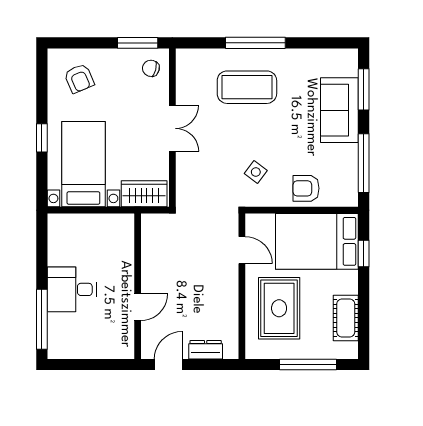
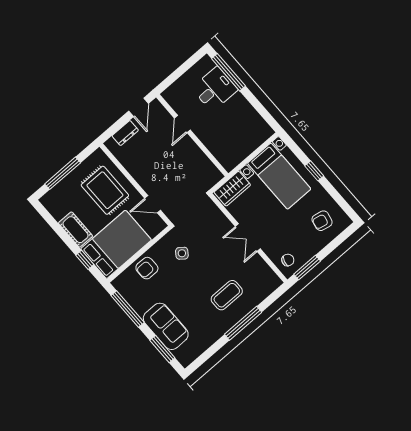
armchair: (79, 78) -> (322, 221), turned -55
coffee table: (247, 87) -> (227, 295), width x0.73, depth x0.76
armchair: (306, 188) -> (147, 268), turned 180
desk: (72, 289) -> (215, 89), moved
cot: (346, 318) -> (76, 230), moved

